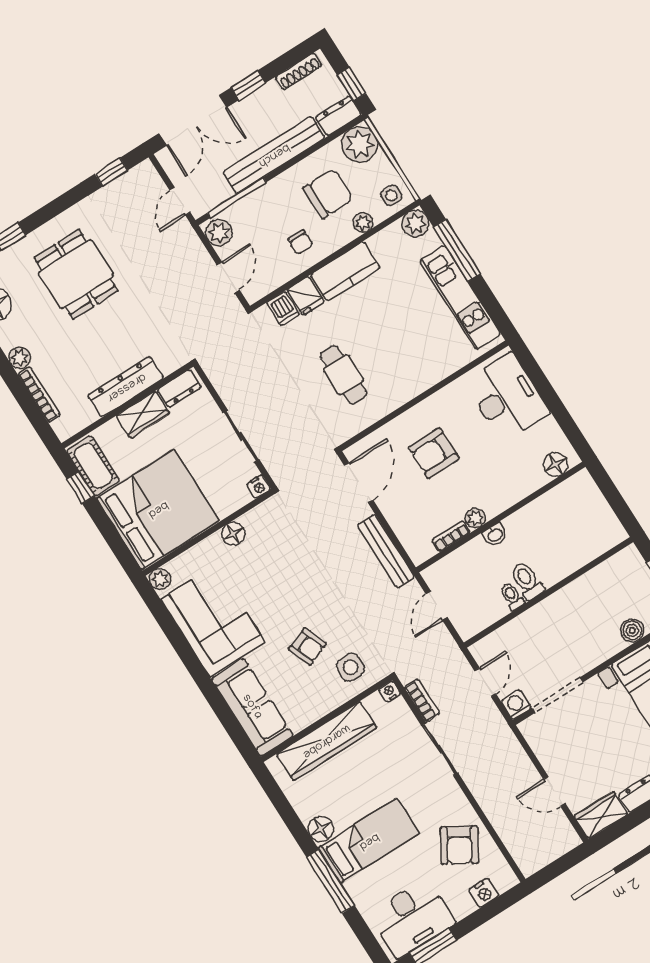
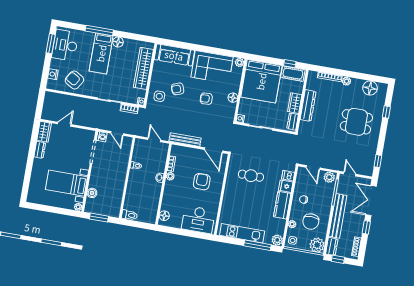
armchair: (278, 580) -> (206, 99), added
toilet: (527, 581) -> (129, 215), moved

